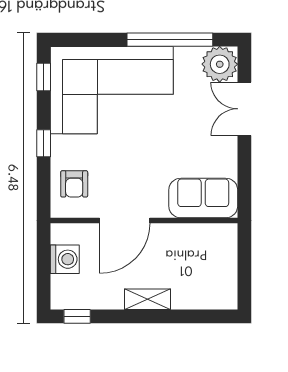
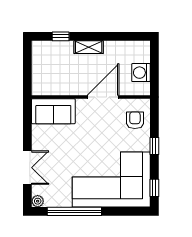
plant: (220, 64) -> (38, 201), width x0.53, depth x0.53
window: (77, 316) -> (61, 36), moved

